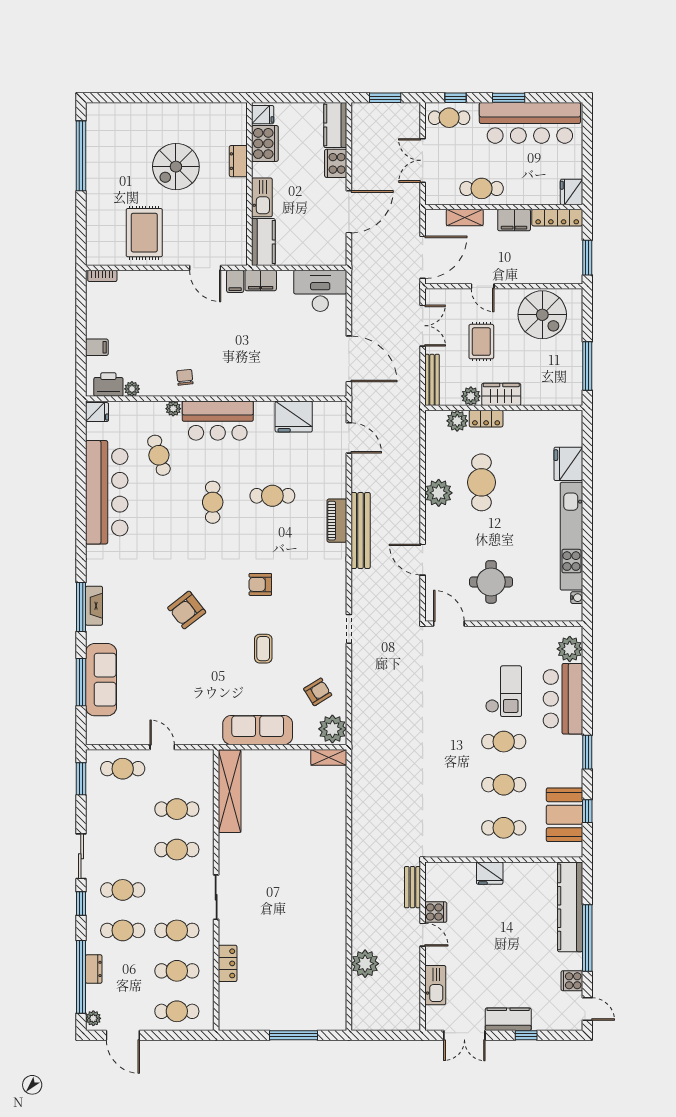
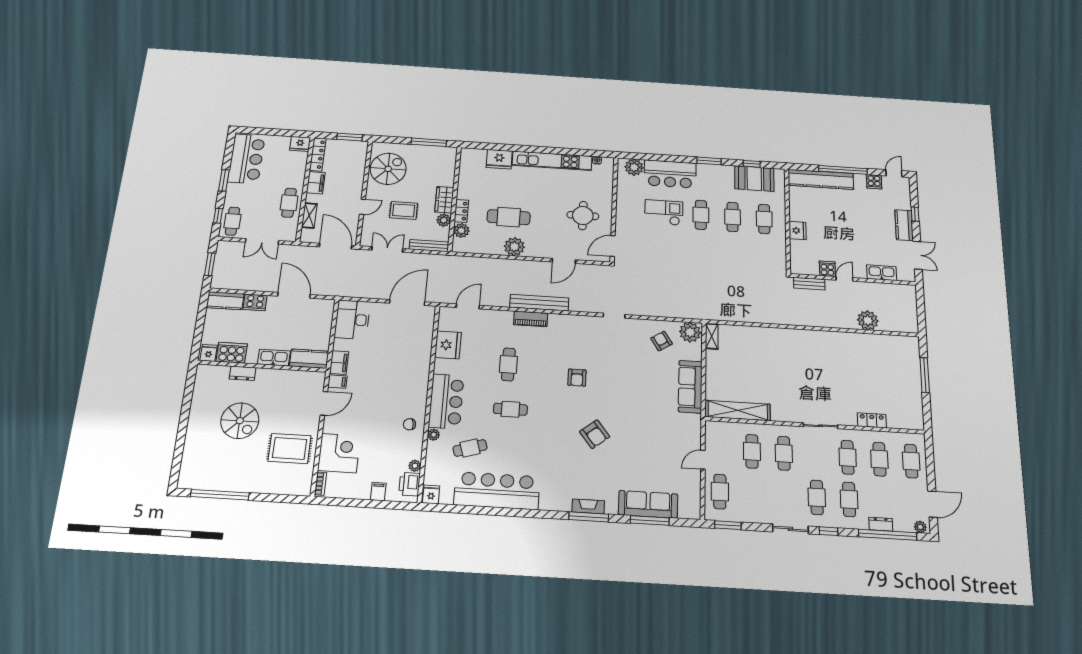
bar counter: (530, 123) -> (246, 159), width x0.73
corner desk: (142, 294) -> (339, 453), added
coffee table: (263, 649) -> (627, 379), removed

